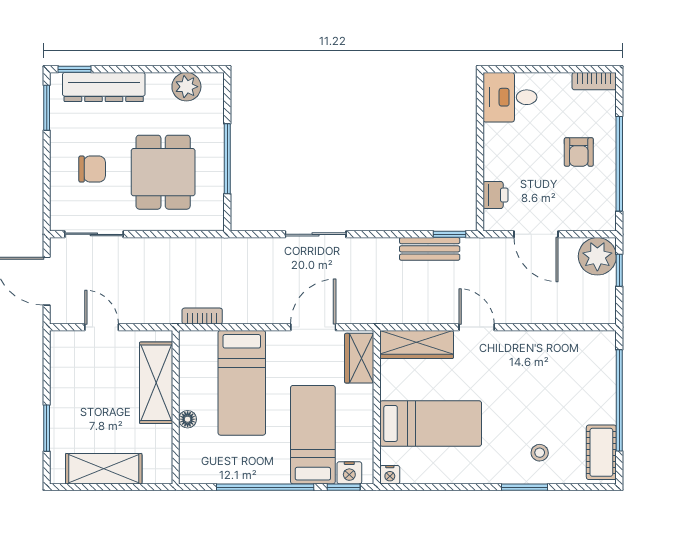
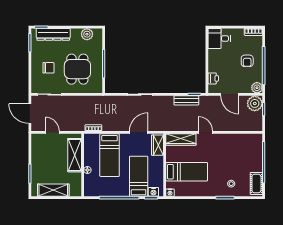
plant: (603, 218) -> (257, 88), added

